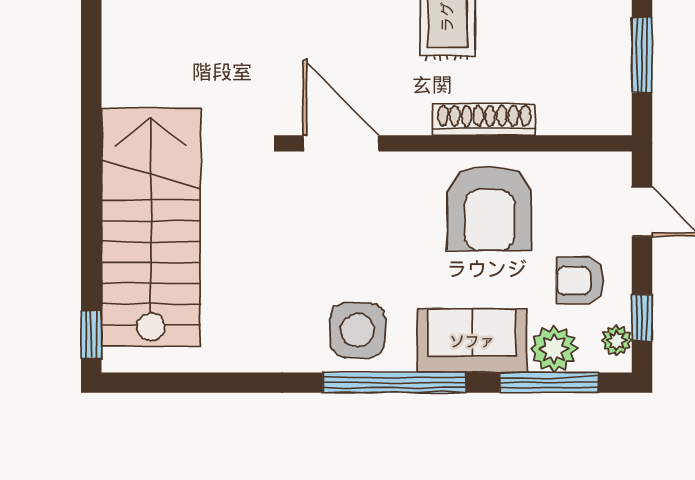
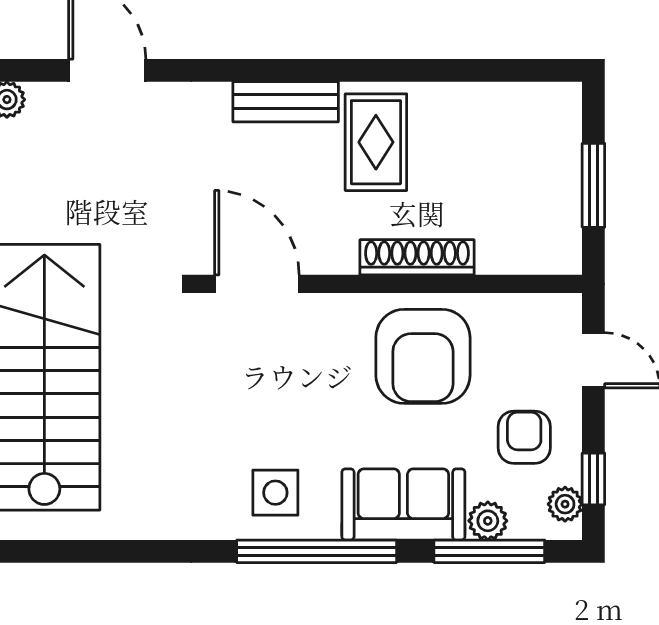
armchair: (580, 281) -> (524, 437), turned 90
side table: (357, 330) -> (275, 493), width x0.73, depth x0.73
plant: (554, 349) -> (488, 521), width x0.73, depth x0.73

